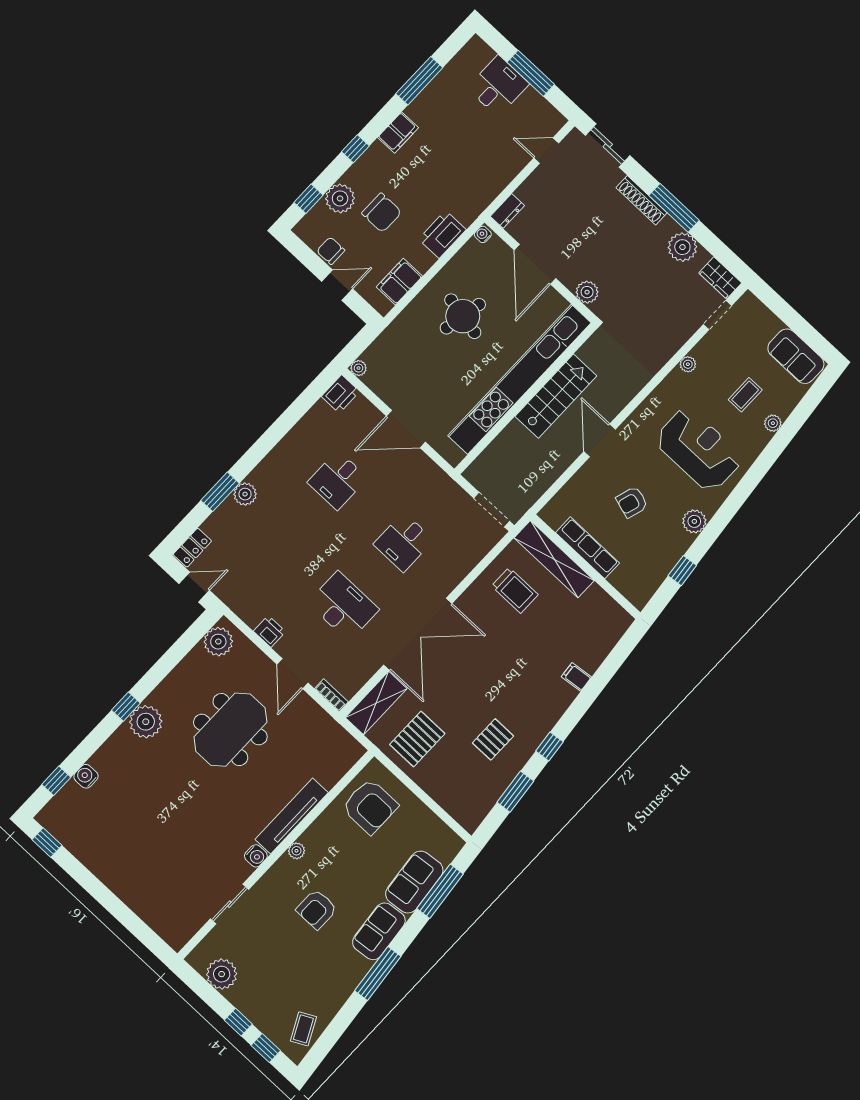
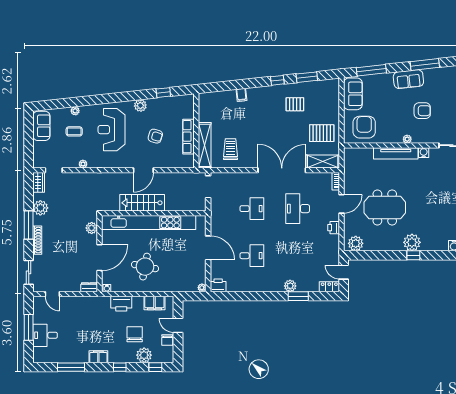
sofa: (414, 882) -> (353, 94), moved, turned -84

